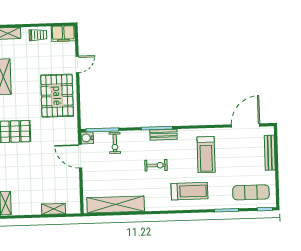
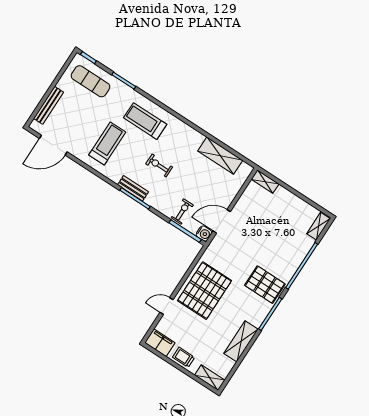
door: (80, 156) -> (222, 221), swing flipped
shelving: (116, 204) -> (220, 156), width x0.68
shelving: (53, 209) -> (265, 182), moved

